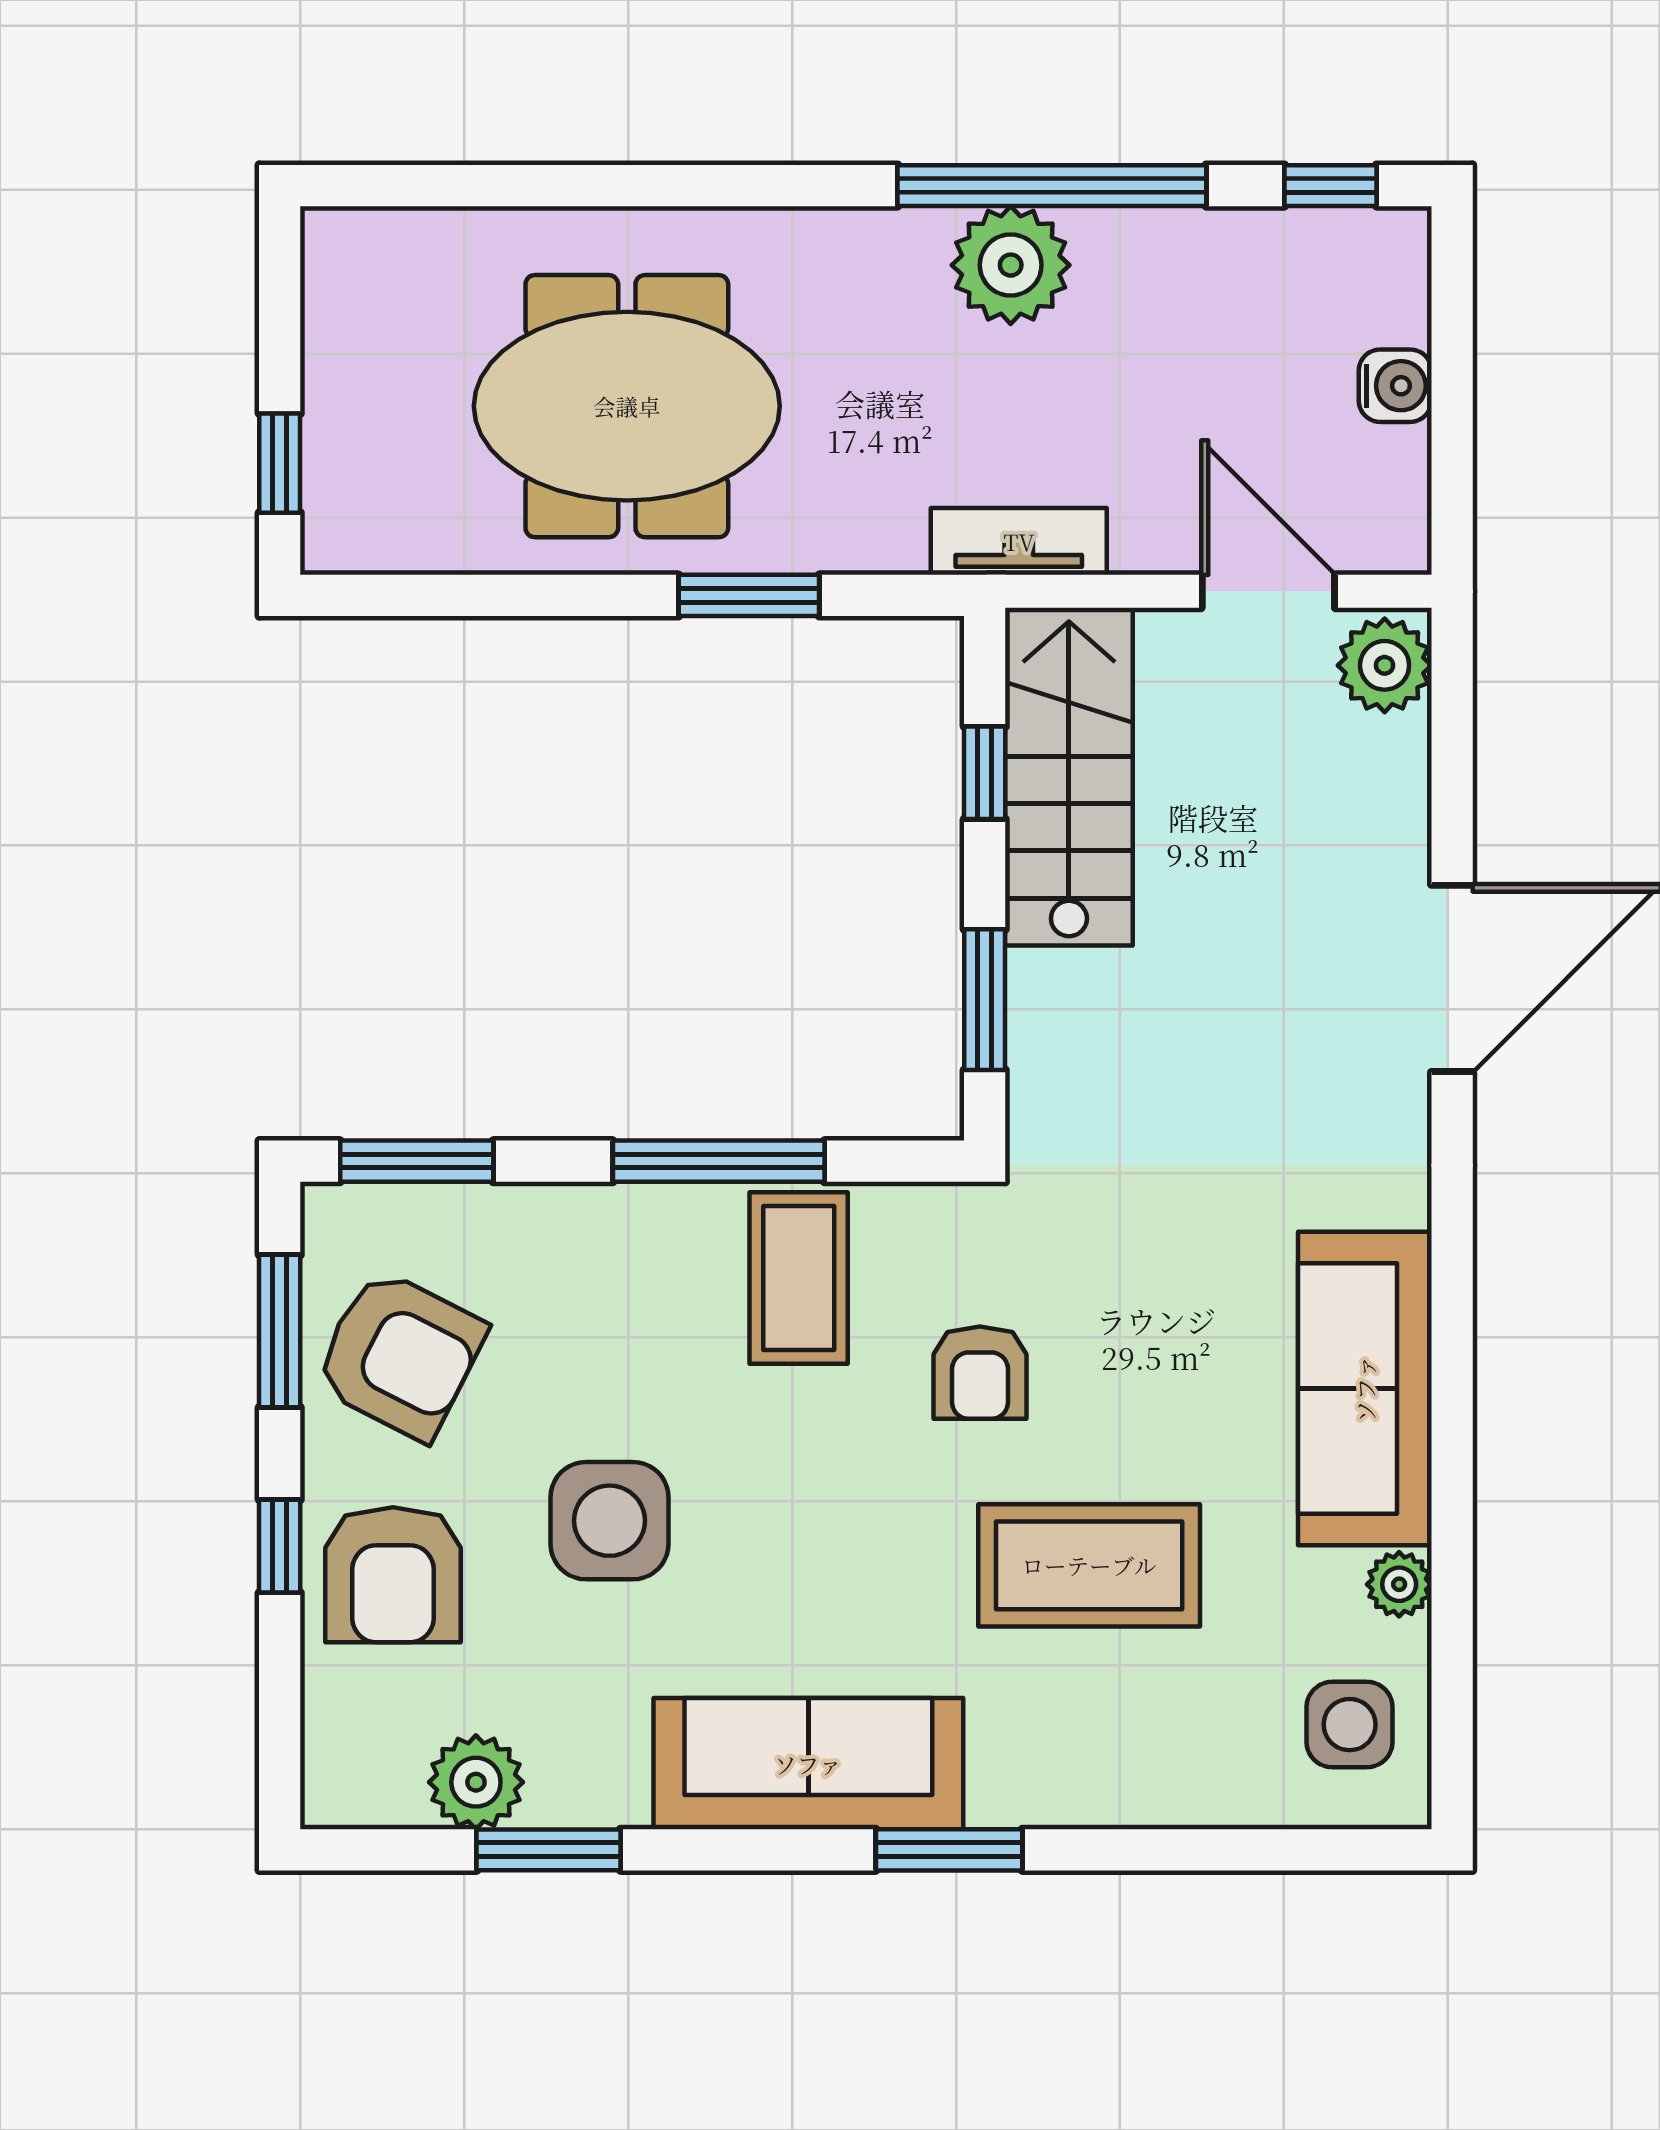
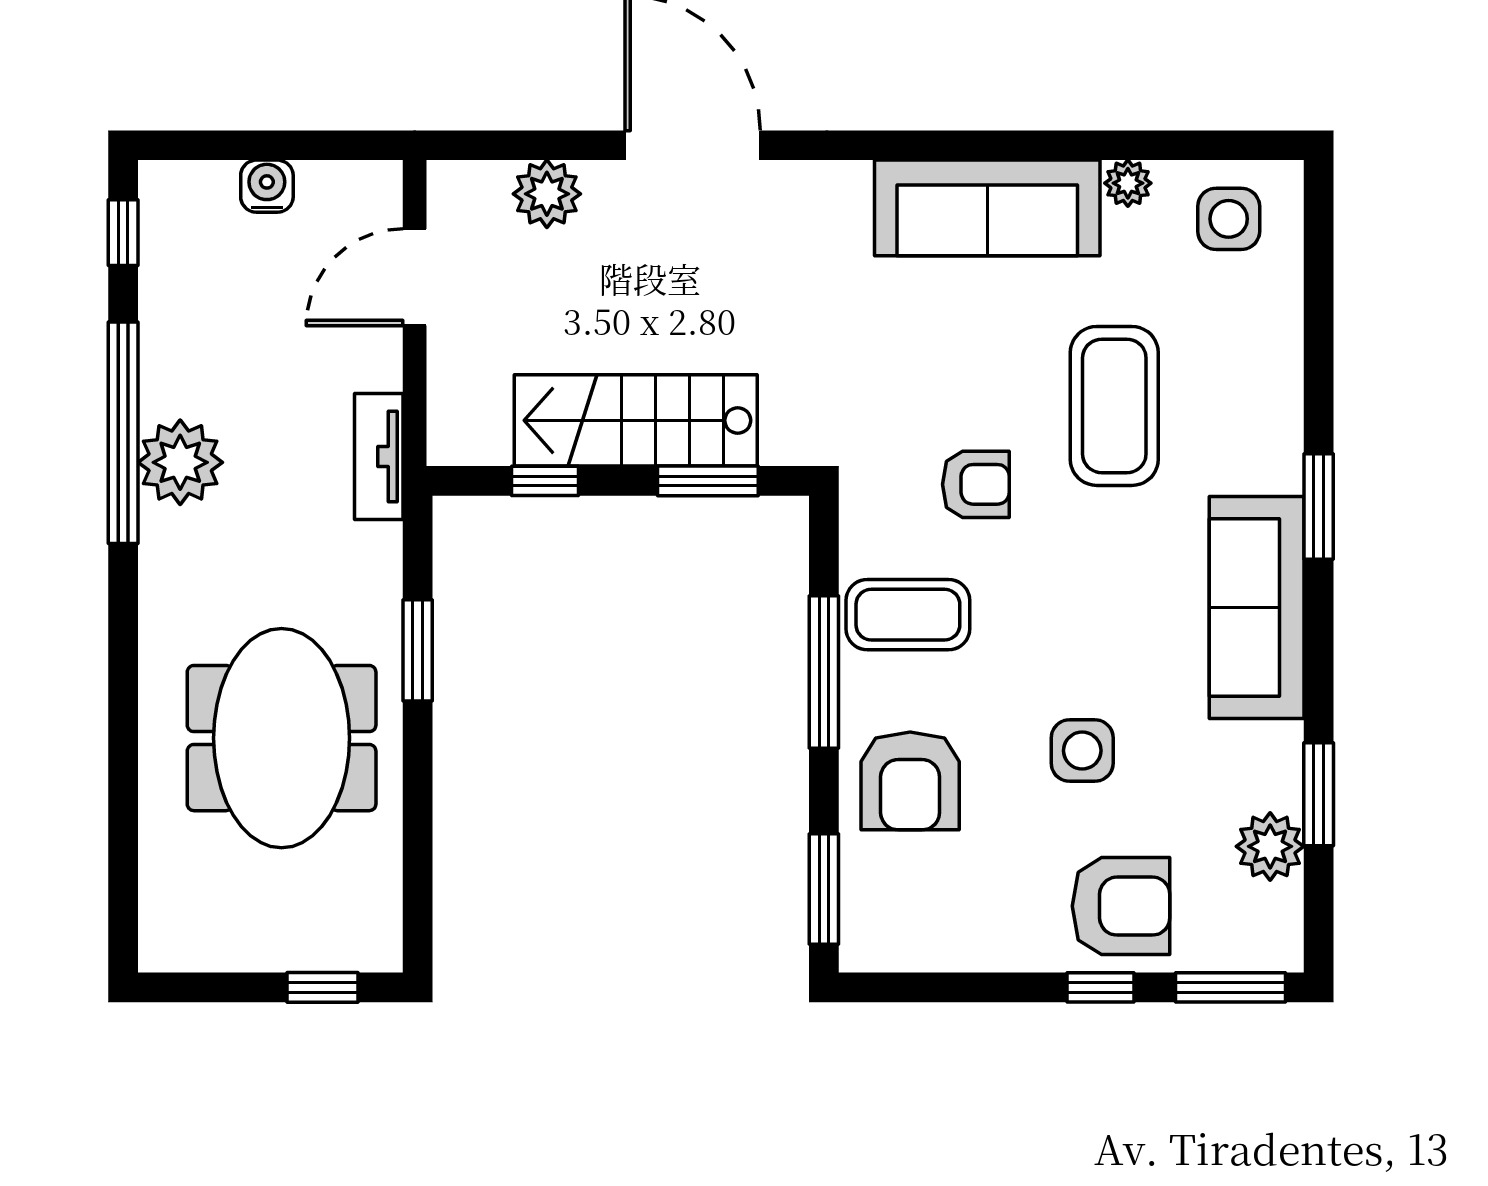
plant: (1385, 665) -> (547, 194), moved
stairs: (1069, 777) -> (636, 420), moved
window: (280, 1331) -> (1230, 987), moved
armchair: (400, 1355) -> (910, 781), moved, turned 153
side table: (609, 1521) -> (1082, 751), width x0.73, depth x0.73

